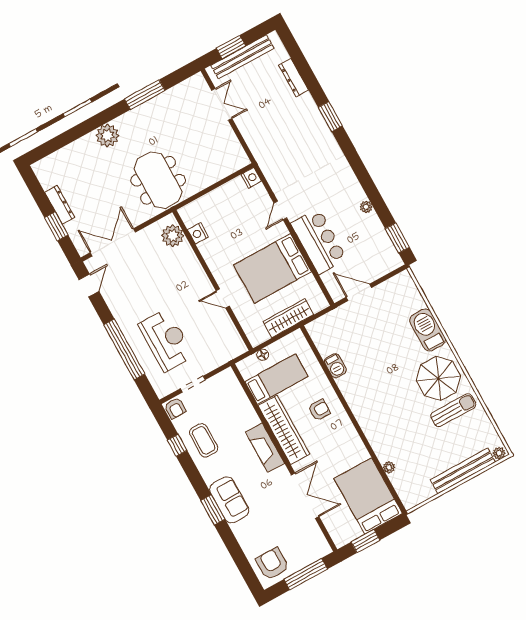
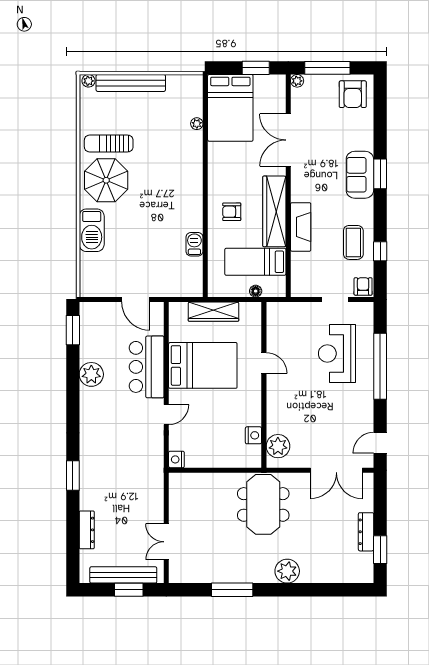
plant: (366, 207) -> (91, 374), width x1.88, depth x1.88
window: (56, 226) -> (380, 550), moved
fireplace: (265, 448) -> (301, 227), moved
plant: (325, 549) -> (297, 81), added

